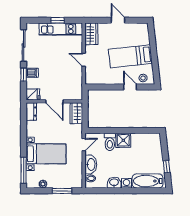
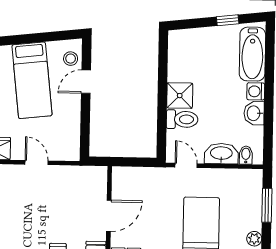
door: (84, 60) -> (37, 163), swing flipped
wardrobe: (76, 113) -> (130, 177), removed

